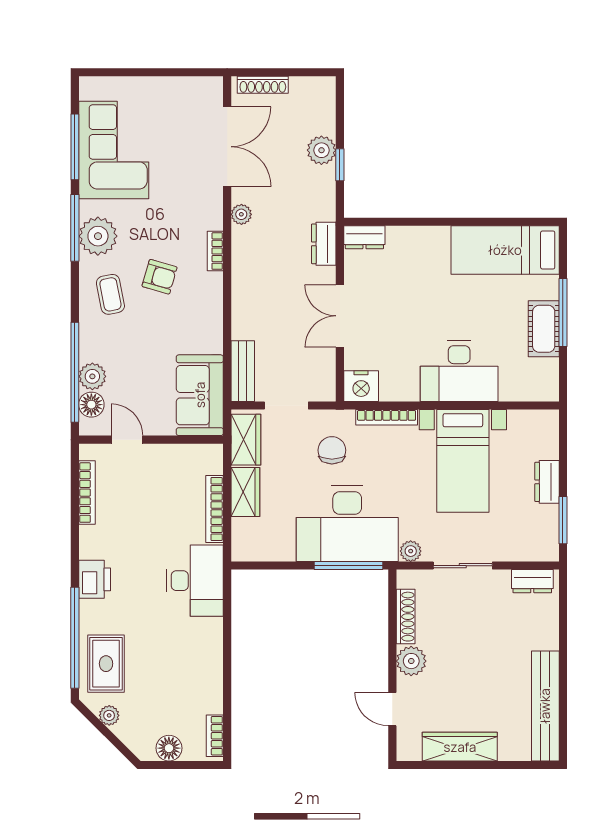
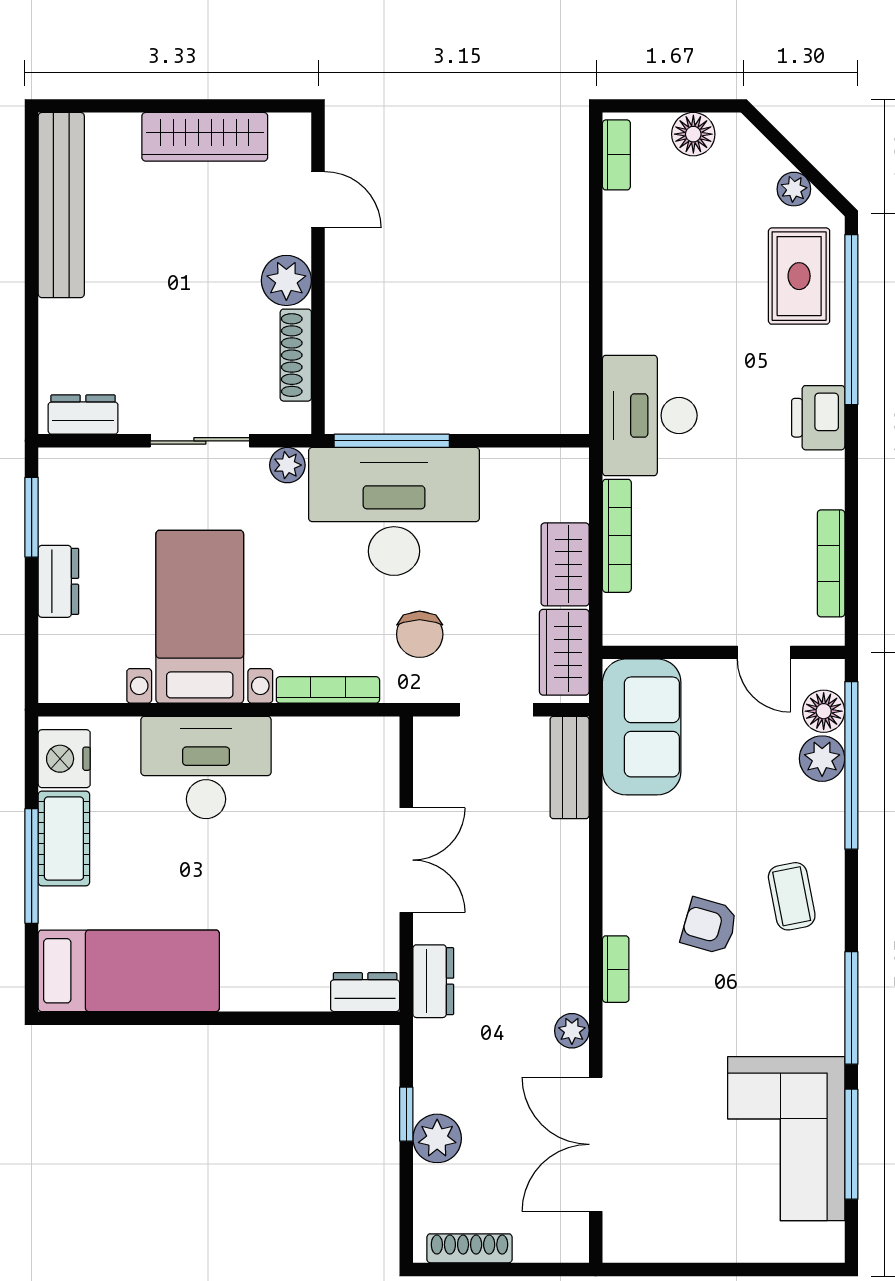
shoe rack: (263, 85) -> (470, 1248), moved
plant: (98, 236) -> (813, 994), removed
nightstand: (361, 386) -> (64, 759), moved, turned -90

